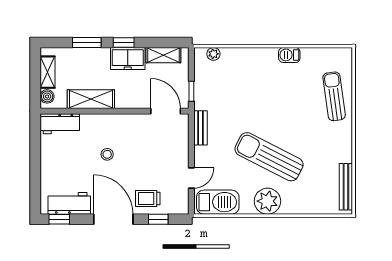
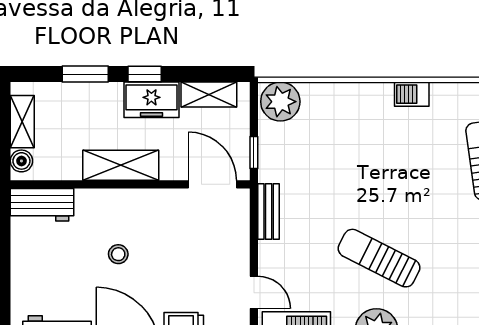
plant: (213, 54) -> (280, 102), width x1.88, depth x1.88
shelving: (91, 99) -> (121, 165), moved
sun lounger: (269, 157) -> (379, 258), width x0.73, depth x0.75
door: (191, 178) -> (254, 292), hinge flipped

